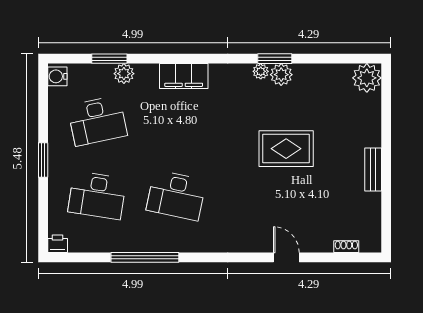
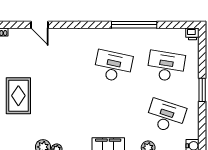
desk: (97, 121) -> (166, 116), turned 30
rug: (286, 149) -> (18, 96), moved, turned 90

